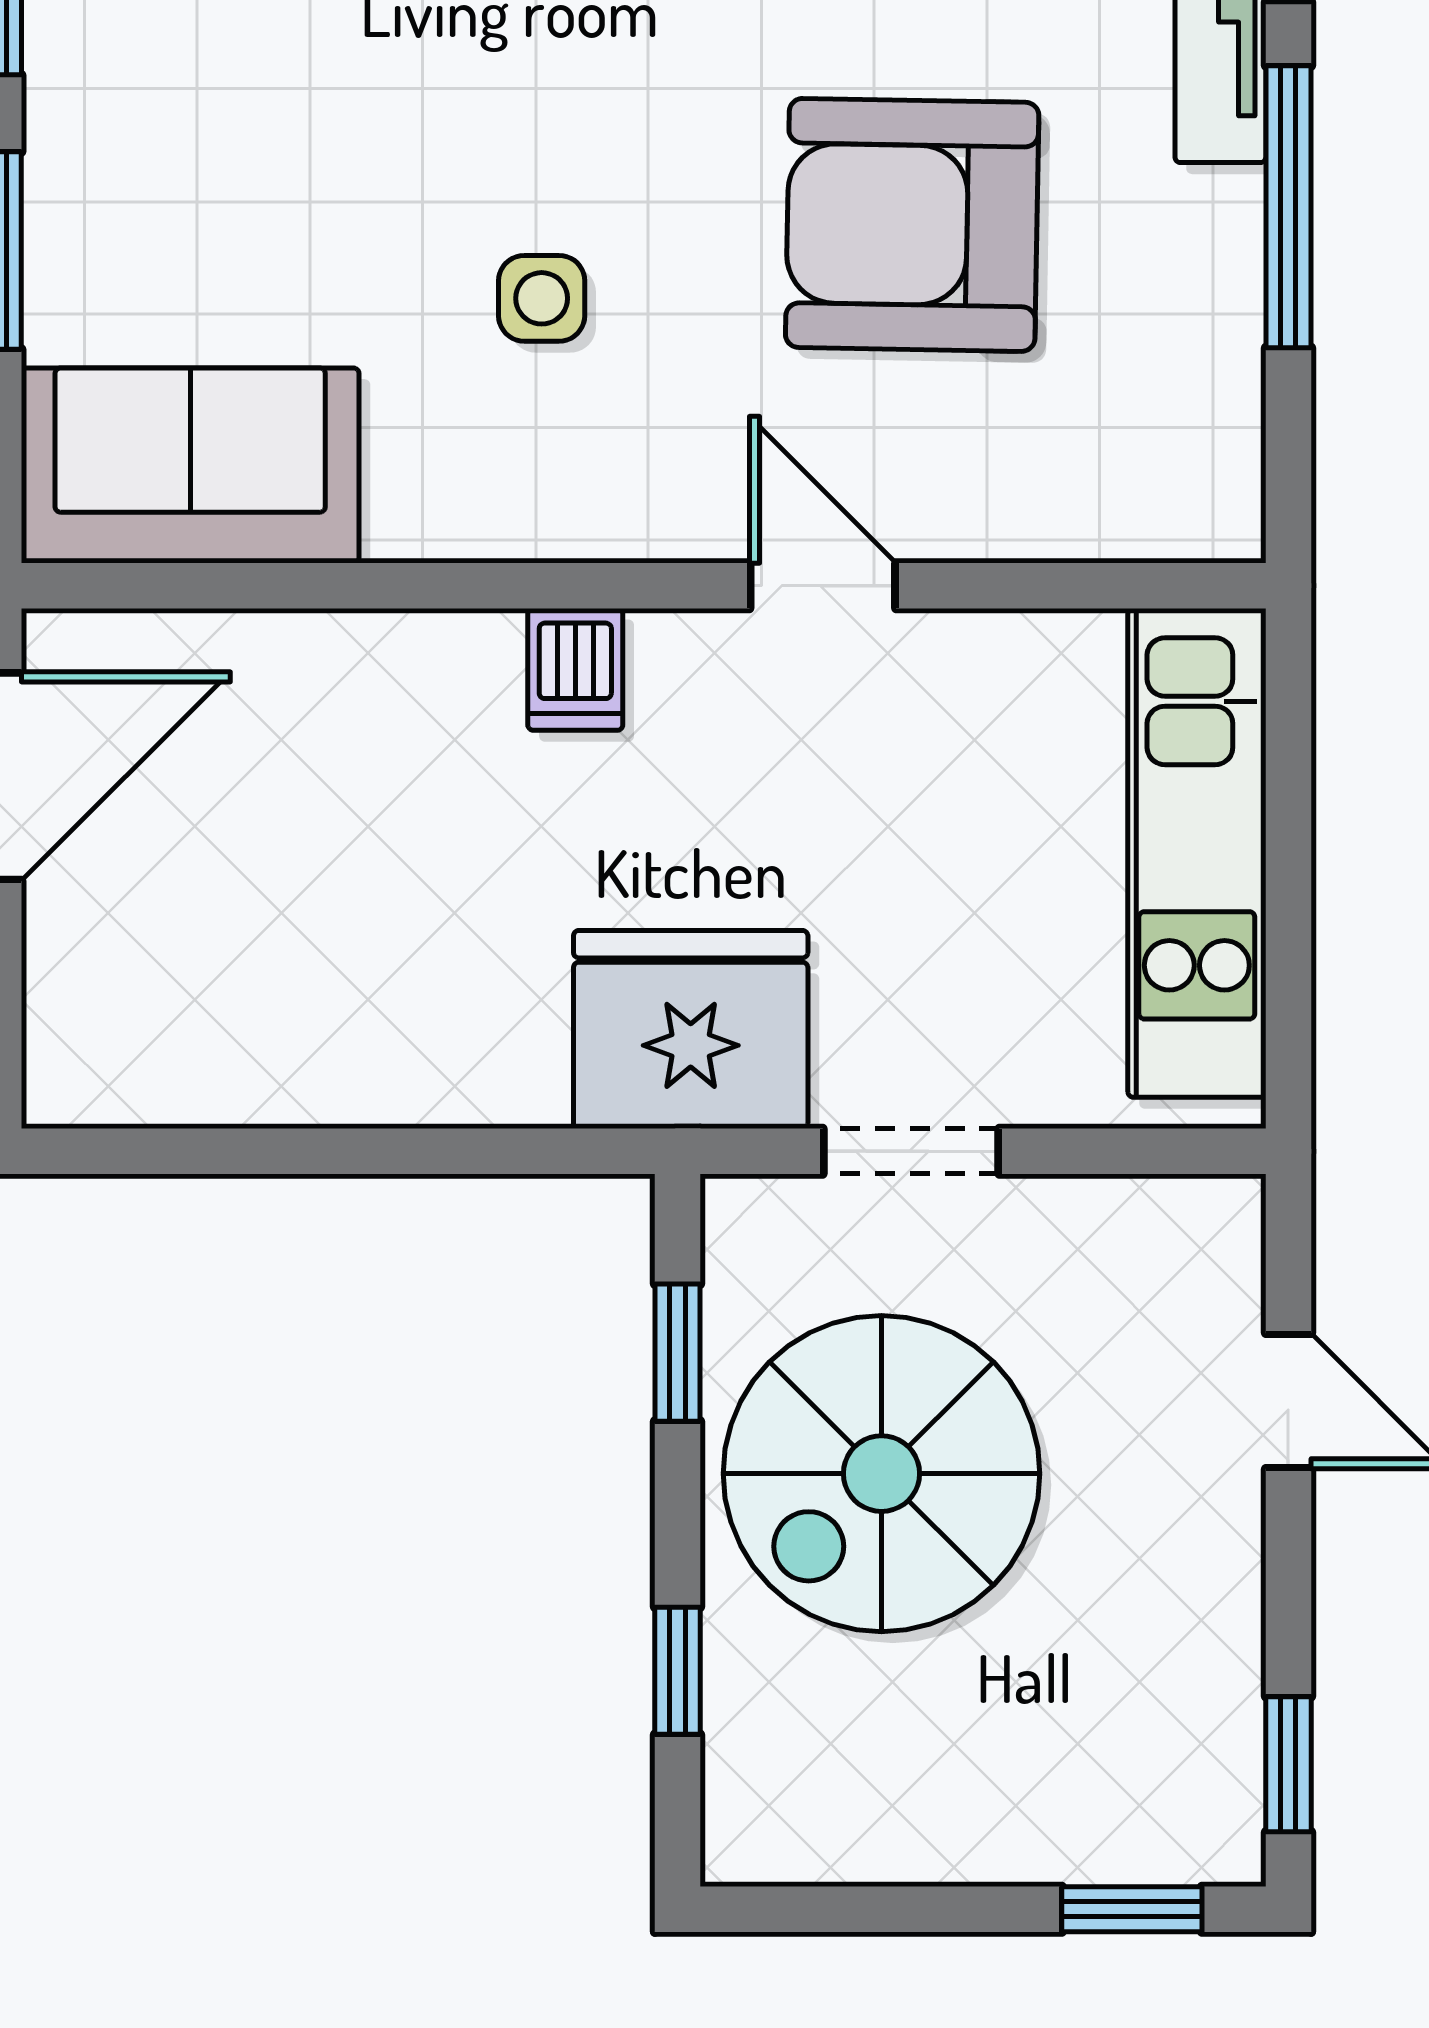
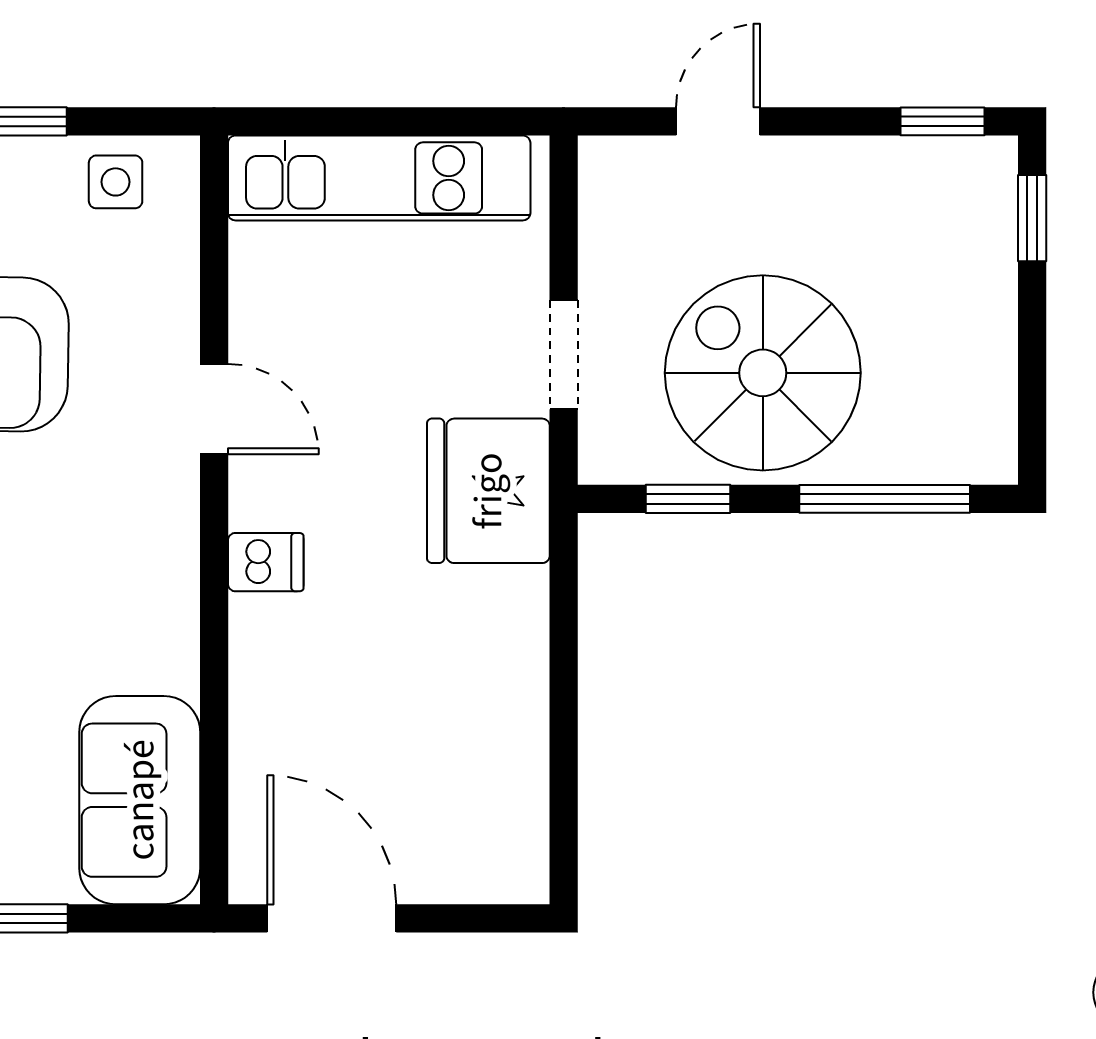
side table: (542, 298) -> (116, 182), moved
door: (823, 586) -> (214, 409), swing flipped
spiral stairs: (881, 1474) -> (763, 373), turned 180
window: (678, 1671) -> (885, 499), width x2.17

